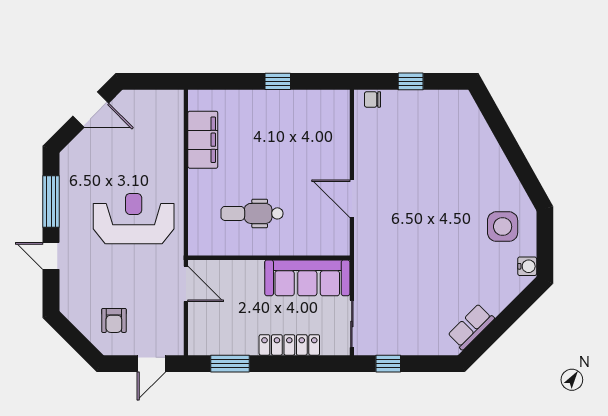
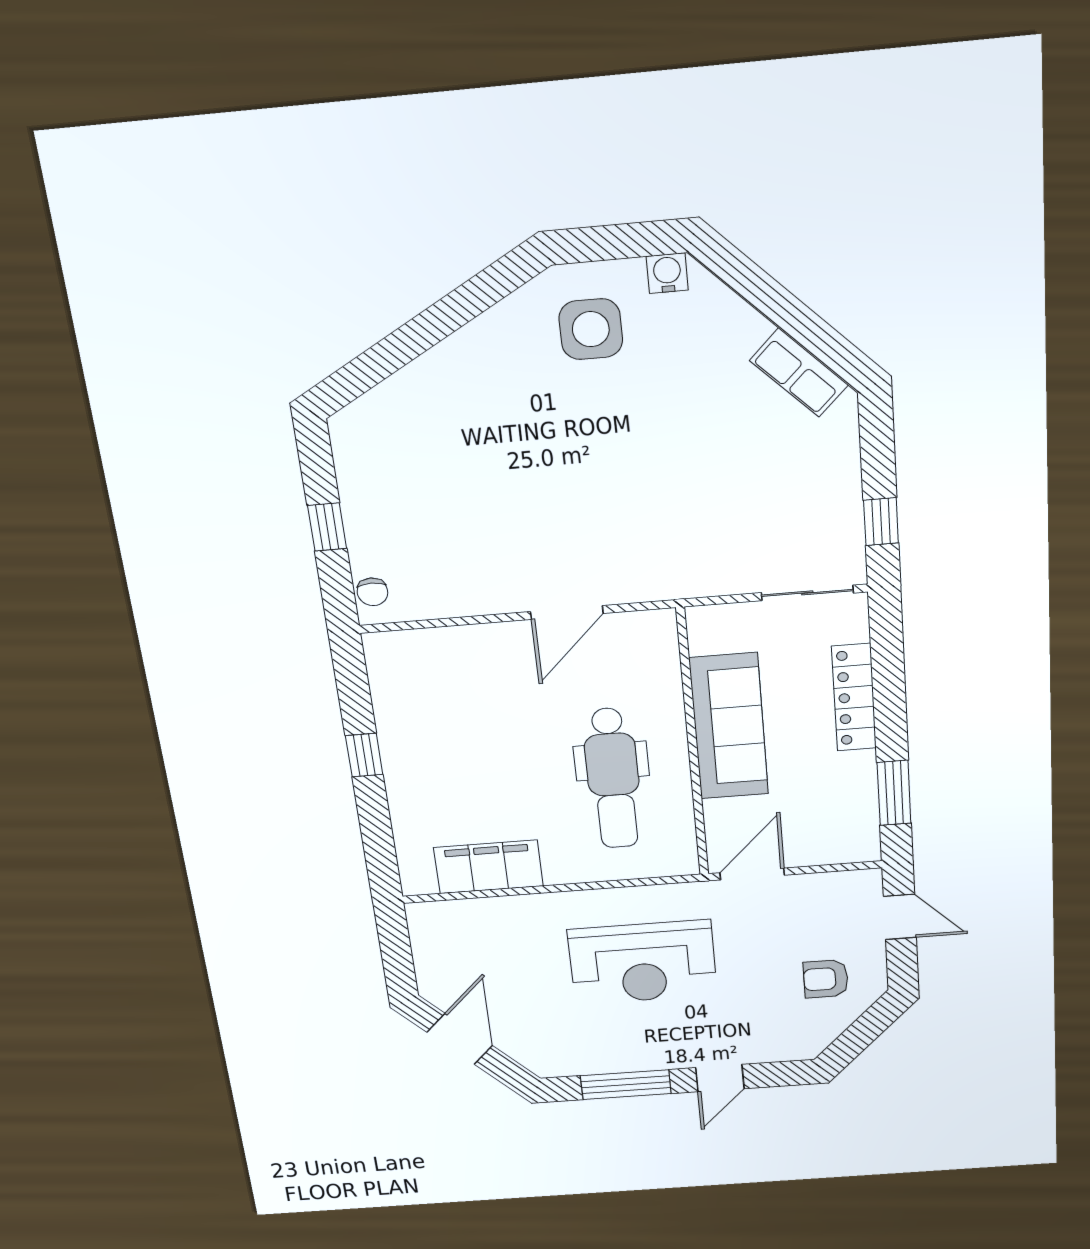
dental chair: (252, 213) -> (613, 778), width x1.36, depth x1.38
reception desk: (134, 219) -> (642, 962), turned -90
sofa: (307, 278) -> (729, 726), moved
armchair: (114, 320) -> (826, 979), turned 180

